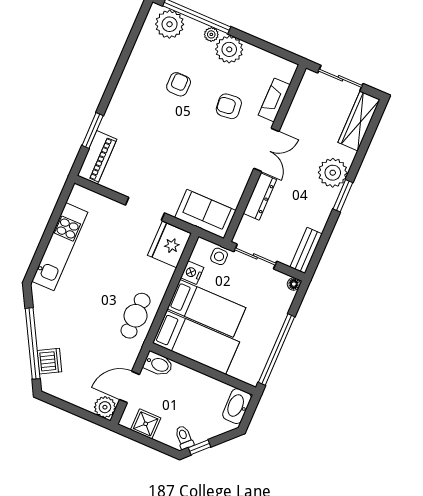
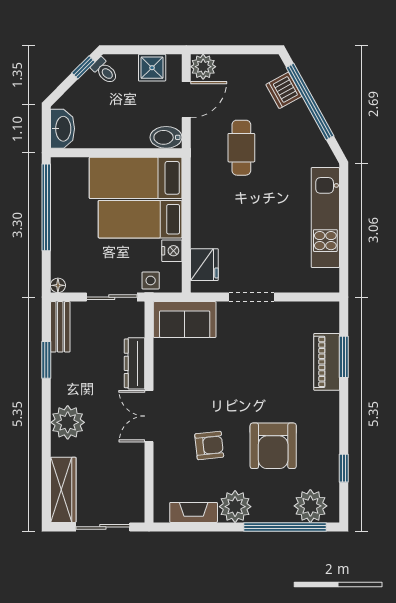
plant: (211, 34) -> (261, 514), removed
window: (130, 43) -> (344, 468), added
armchair: (179, 84) -> (273, 446), width x1.88, depth x1.88
fireplace: (274, 100) -> (194, 512), moved, turned -90
piano: (97, 157) -> (327, 362), moved
window: (343, 196) -> (46, 360), moved
fridge: (169, 245) -> (204, 265), width x0.73, depth x0.75
cafe table: (136, 316) -> (241, 148), moved

